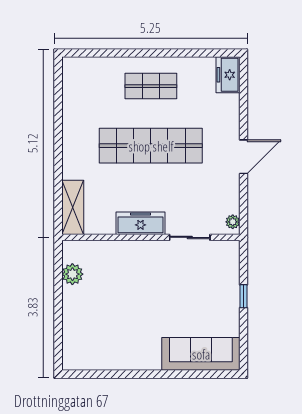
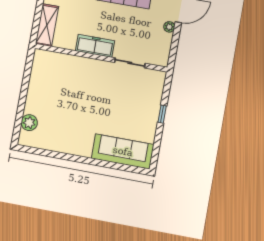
plant: (233, 222) -> (169, 27), moved
plant: (72, 274) -> (29, 123), moved

